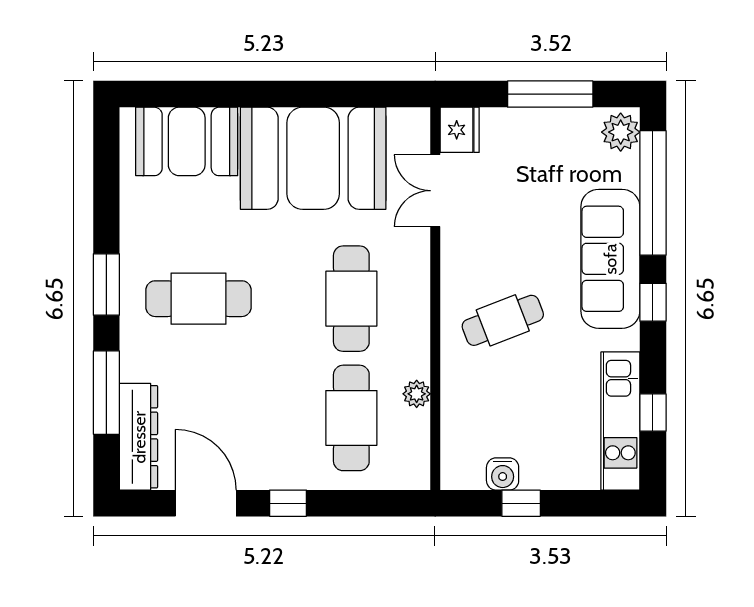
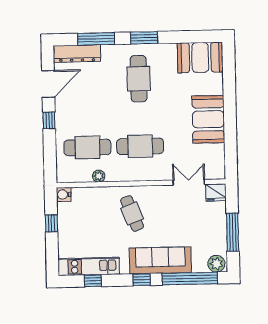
booth: (187, 141) -> (200, 57), moved, turned 90
booth: (313, 158) -> (208, 119), width x0.73, depth x0.70
water cooler: (503, 474) -> (64, 194), moved

